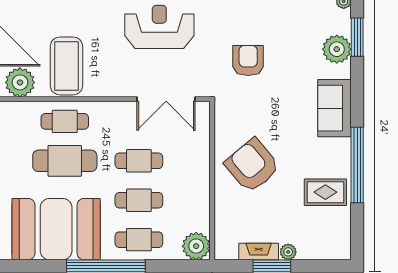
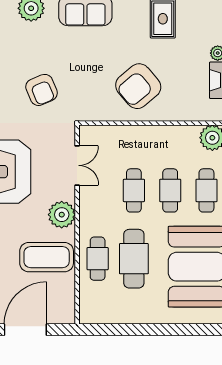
armchair: (248, 60) -> (42, 90), turned -113
plant: (20, 82) -> (62, 215), moved
double door: (166, 99) -> (77, 165), width x0.73

